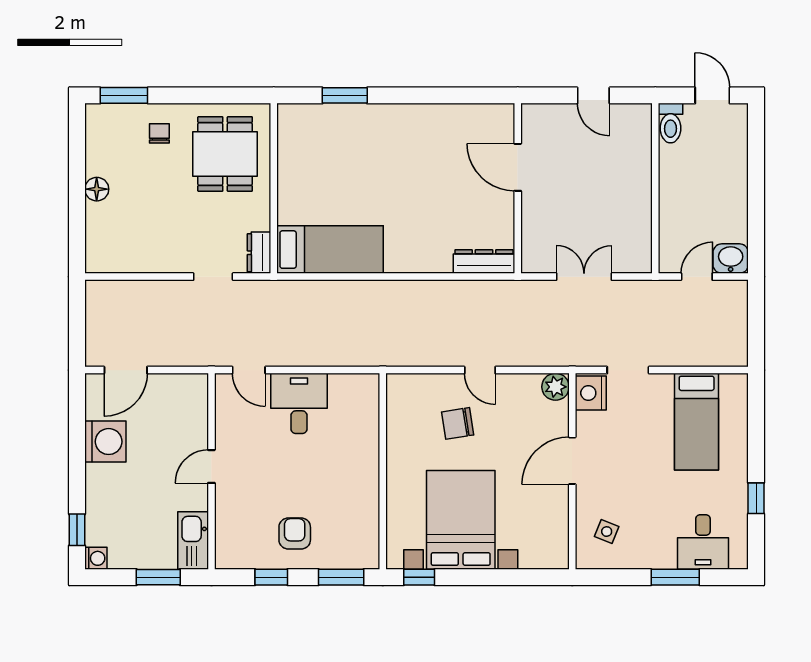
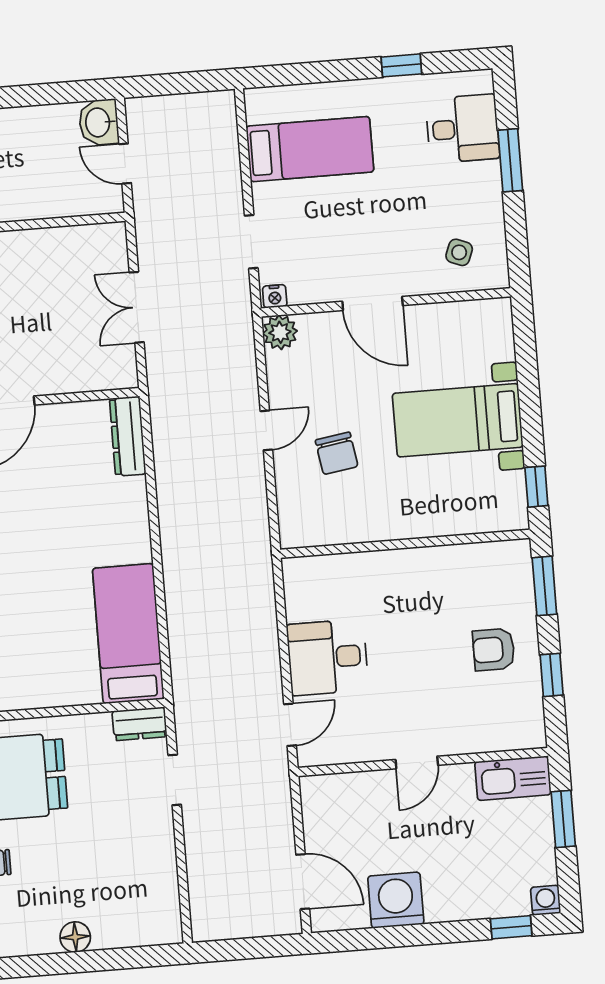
nightstand: (591, 393) -> (275, 296), width x0.53, depth x0.56
door: (211, 466) -> (417, 762), hinge flipped
bed with nightstands: (461, 520) -> (458, 420), width x0.73

